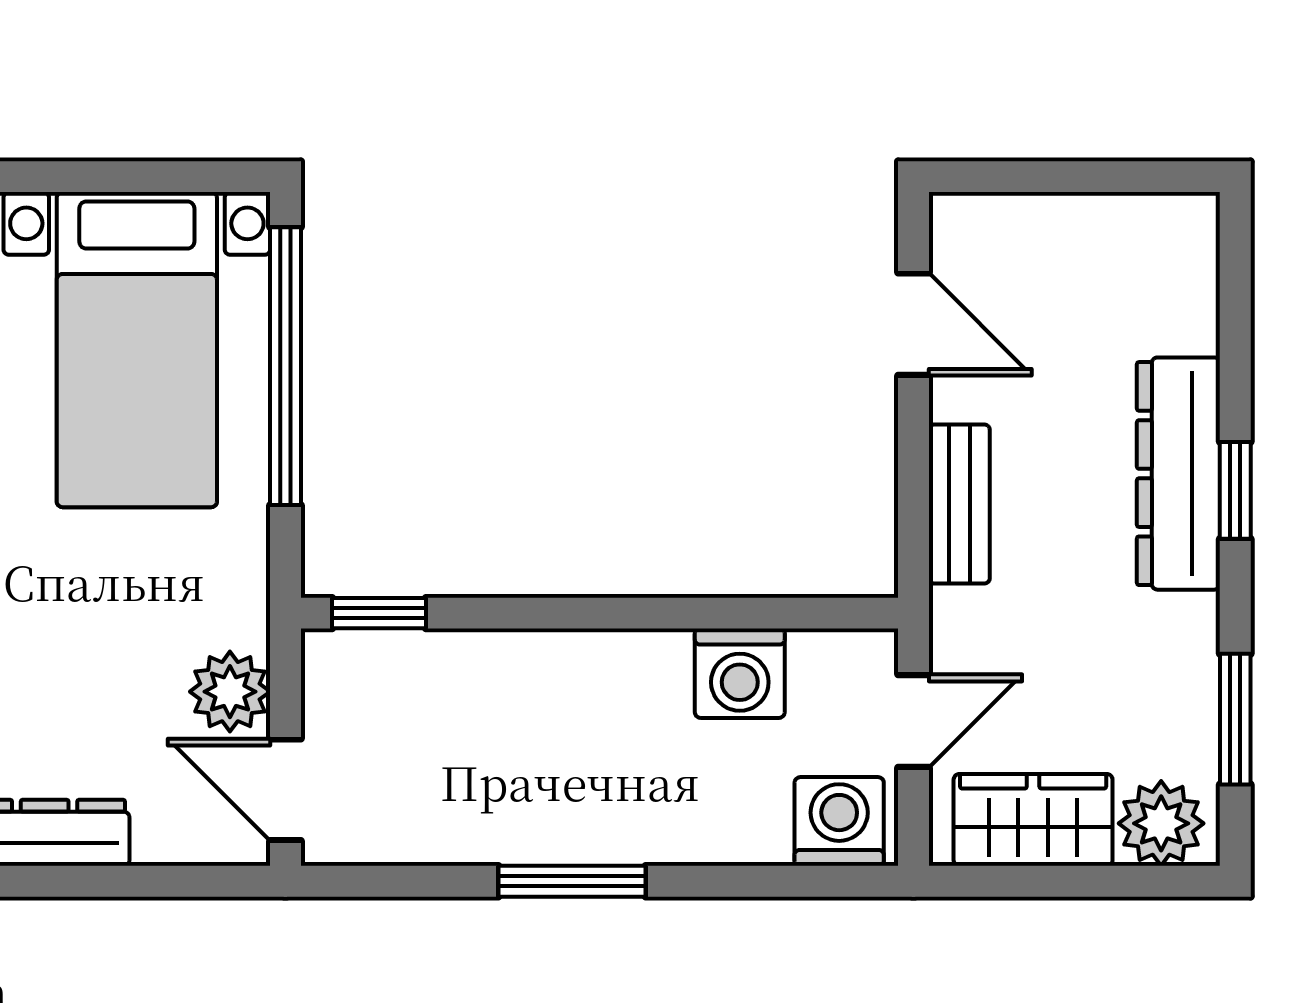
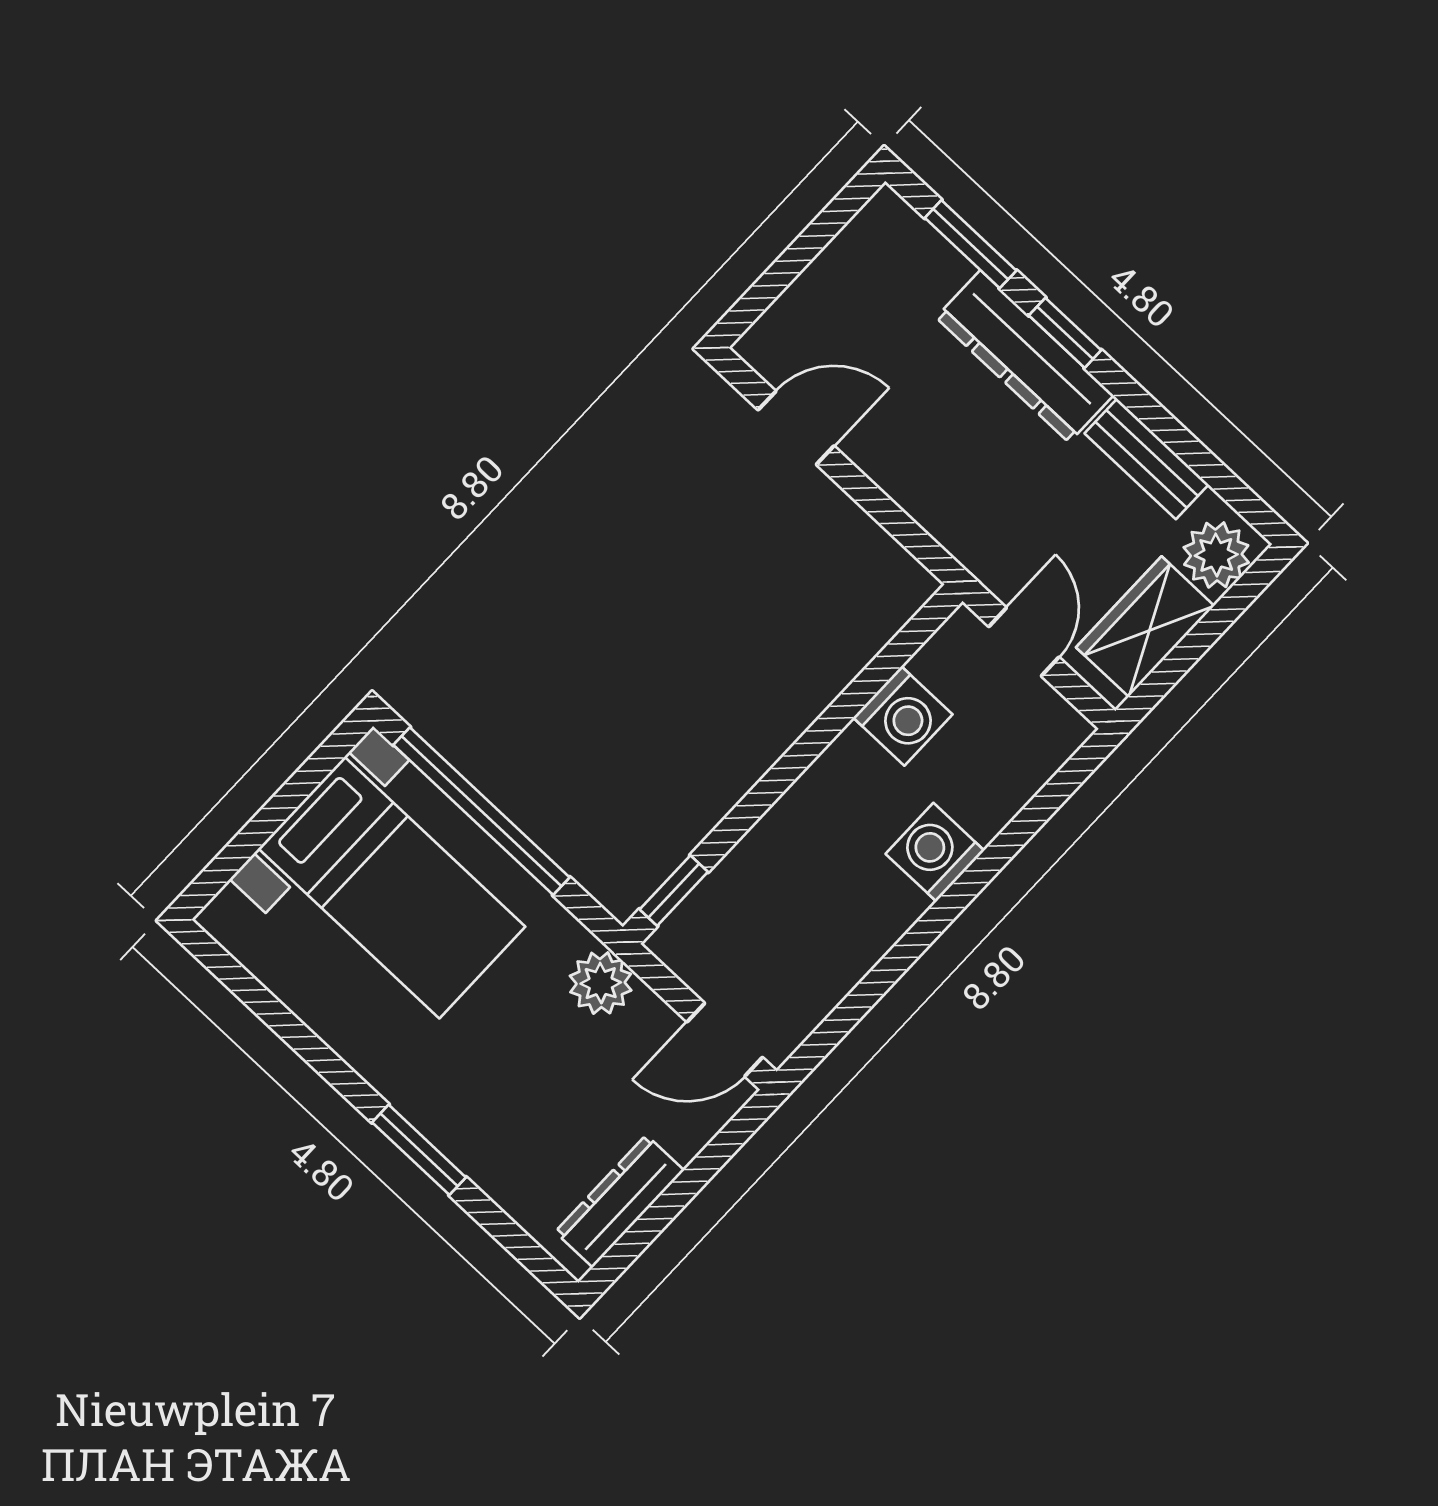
bench: (959, 504) -> (1147, 459), moved
plant: (230, 692) -> (601, 983), moved
window: (1235, 719) -> (971, 244), moved
washing machine: (839, 821) -> (935, 852), moved
window: (572, 881) -> (932, 924), removed

